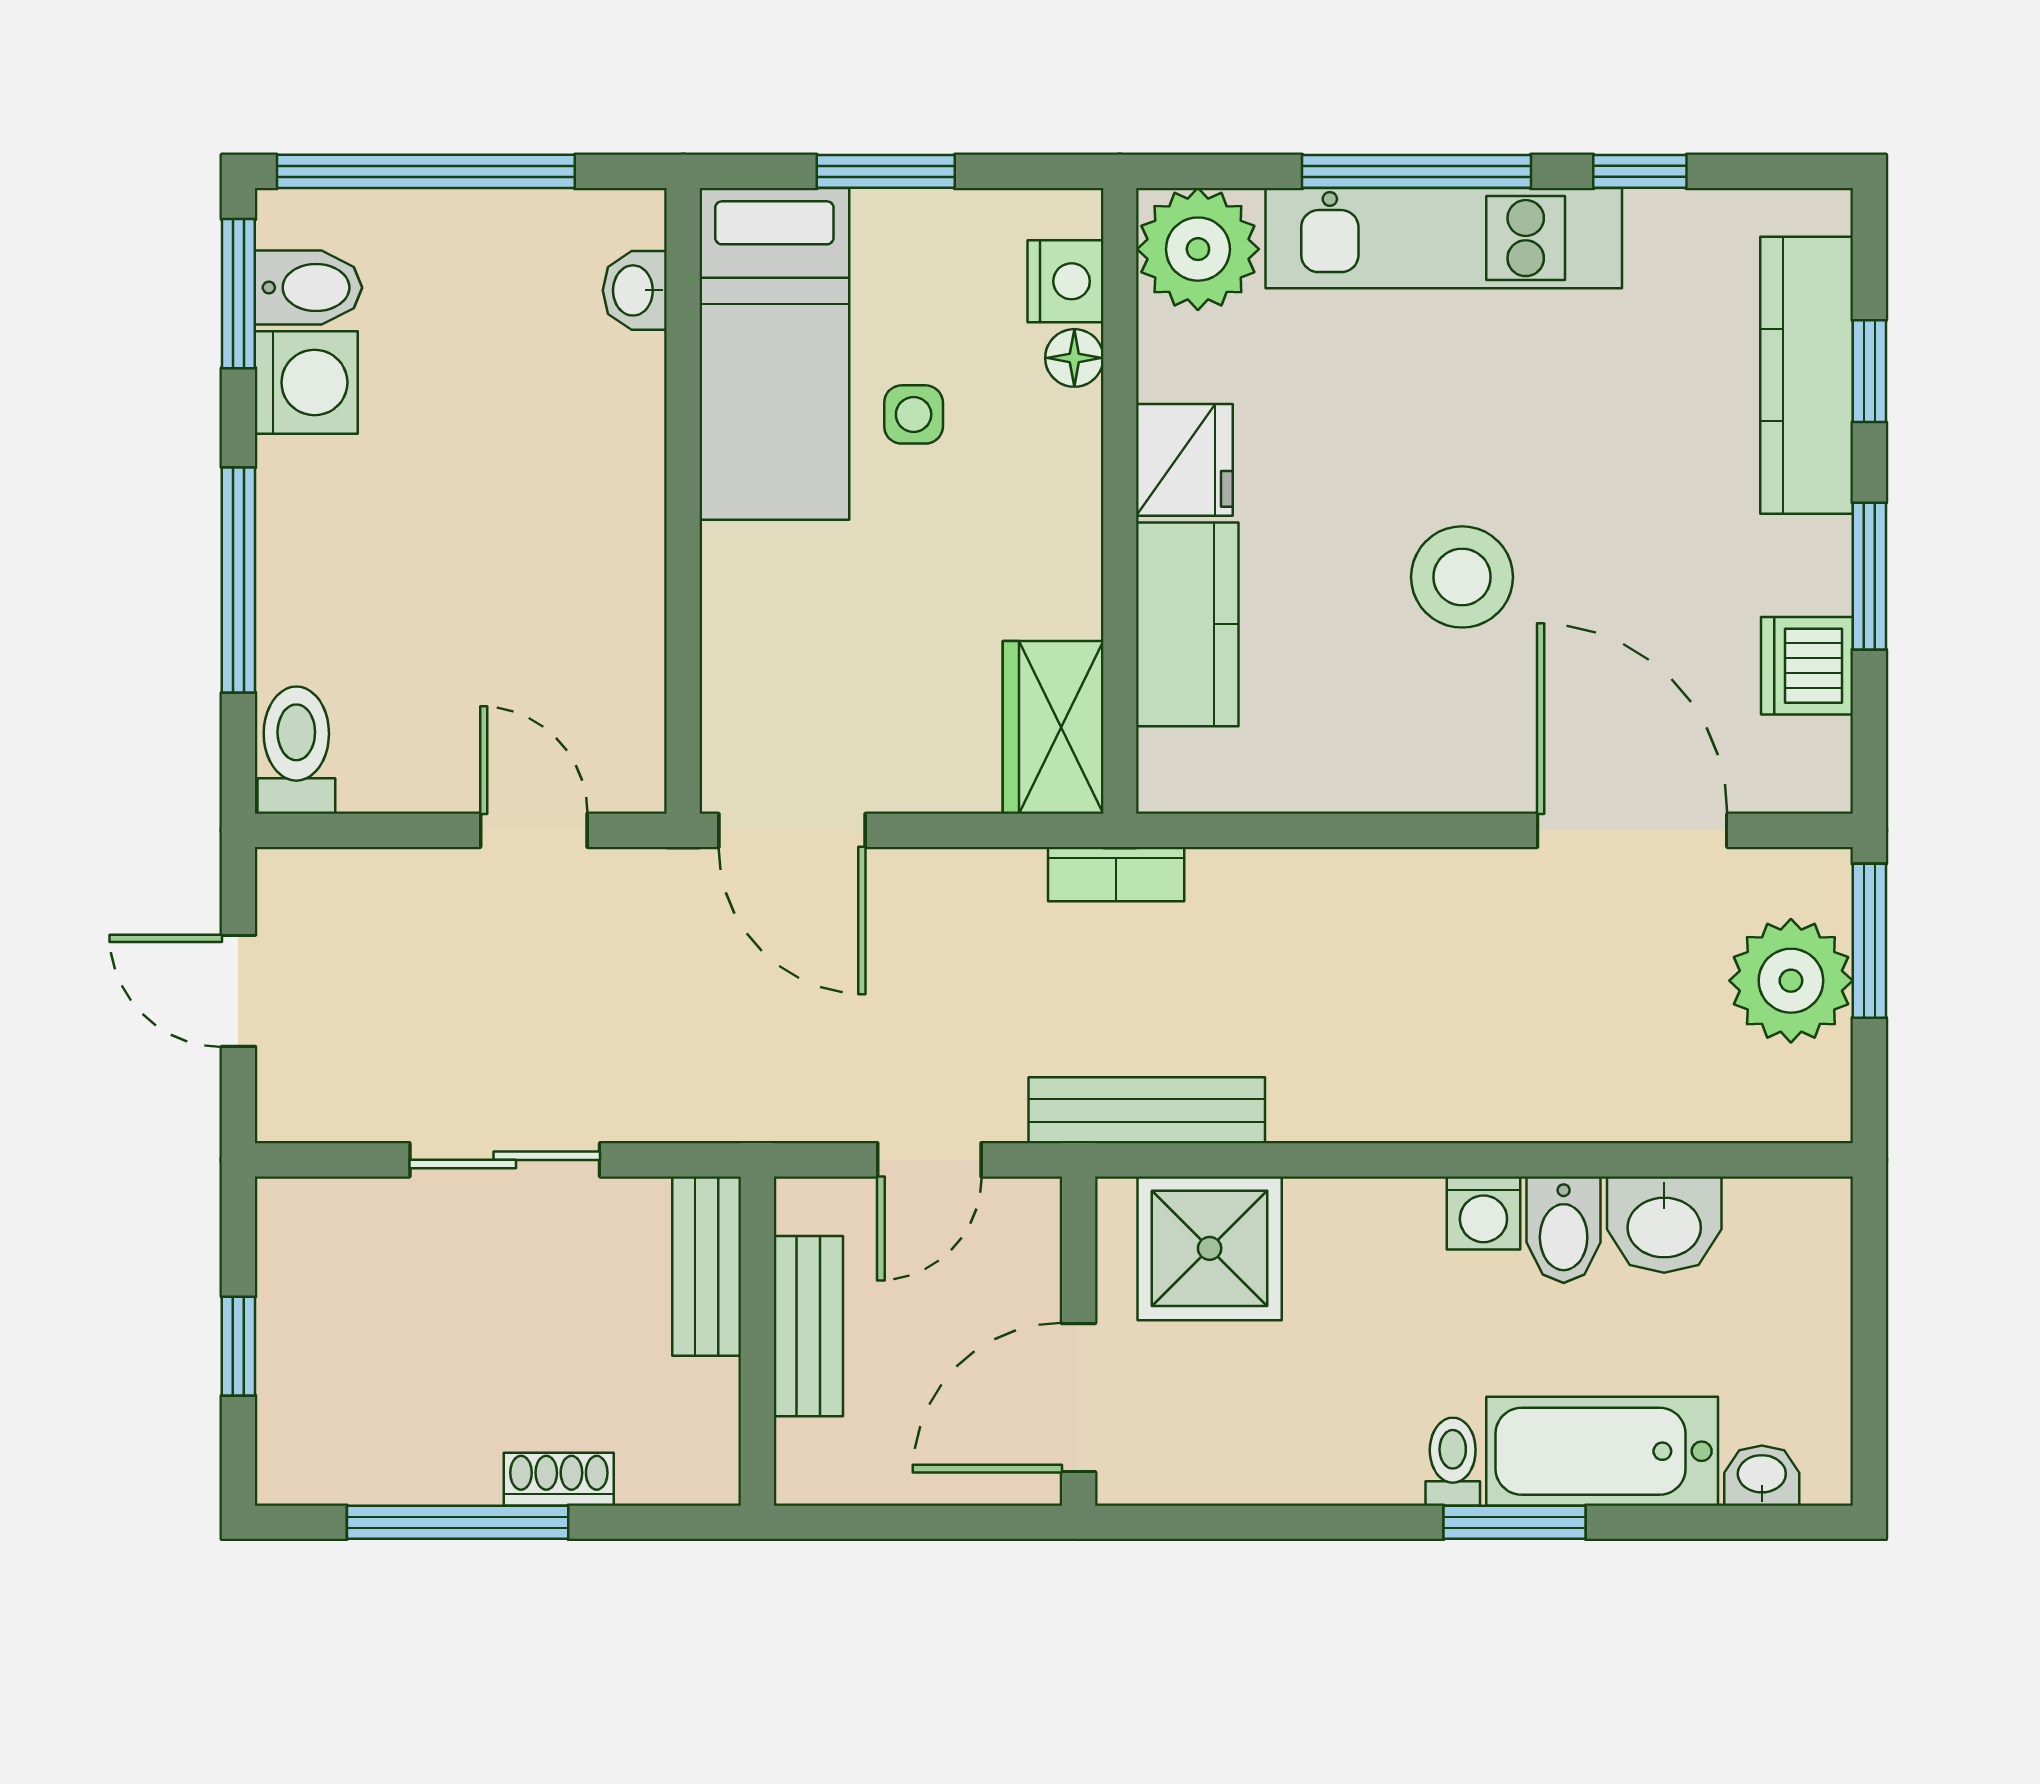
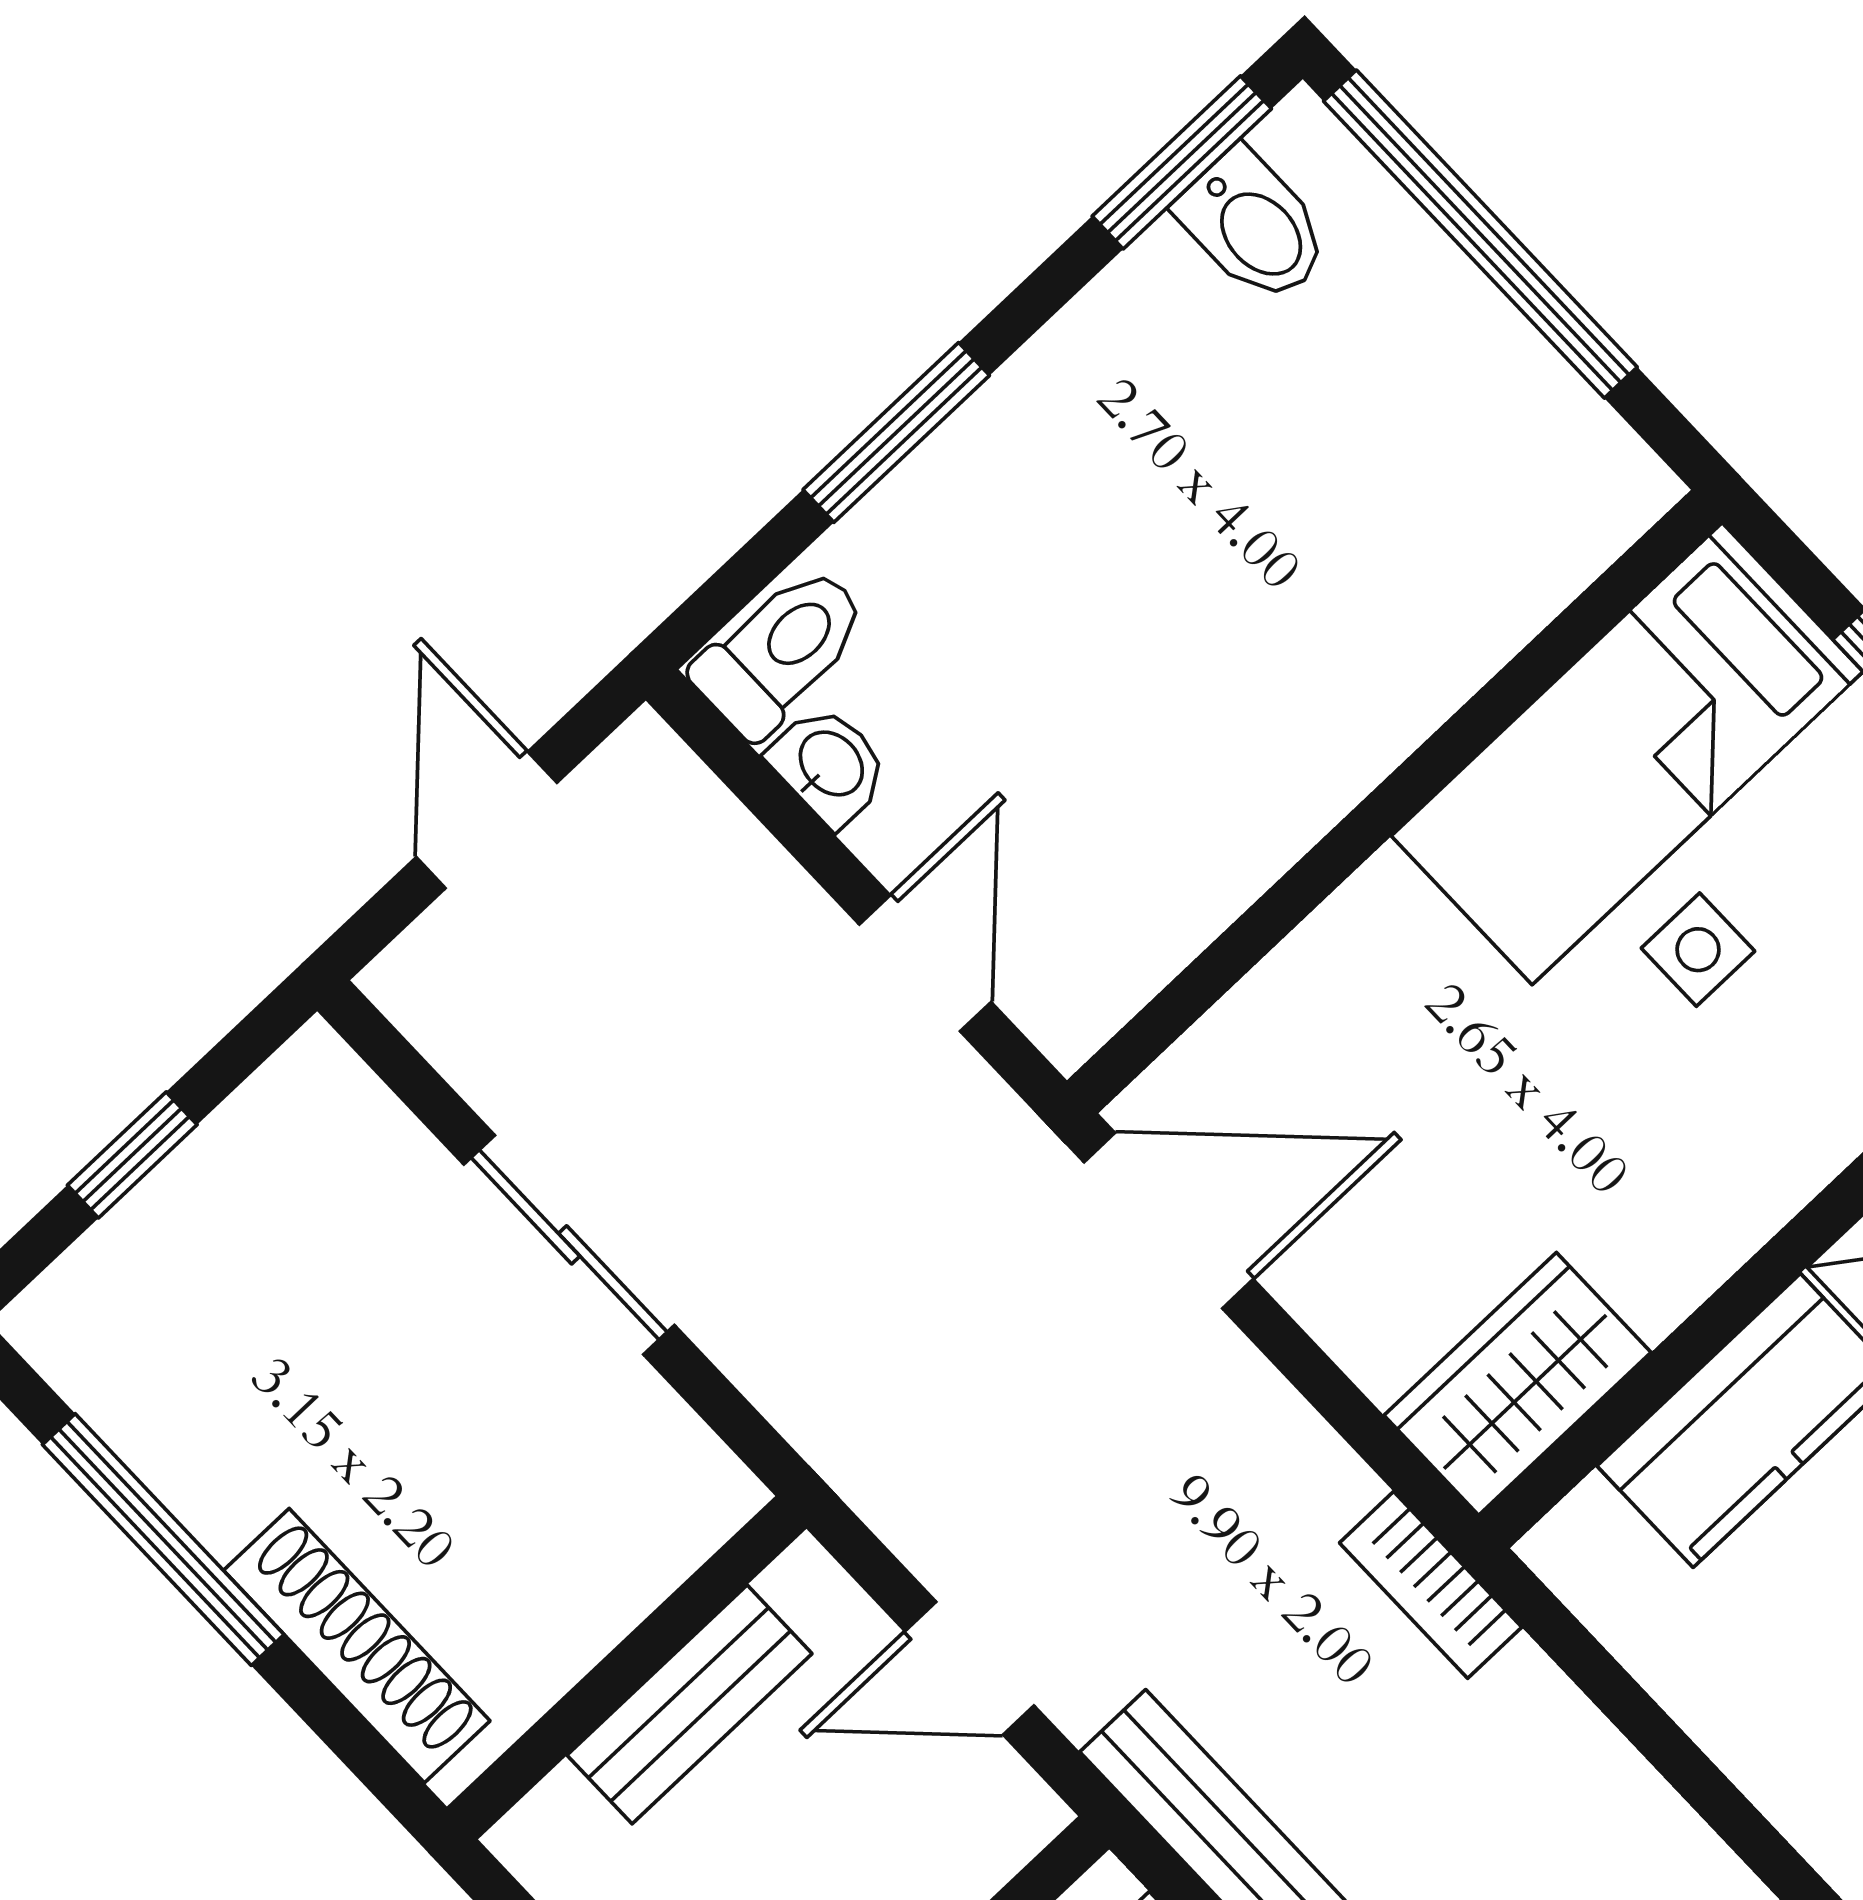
washbasin: (635, 290) -> (829, 765), moved, turned 90
washing machine: (306, 382) -> (1157, 314), removed
window: (238, 580) -> (896, 432), width x0.69
door: (792, 830) -> (1169, 1221), swing flipped
bench: (707, 1266) -> (653, 1546), removed
shoe rack: (559, 1479) -> (357, 1646), width x1.94, depth x1.24

